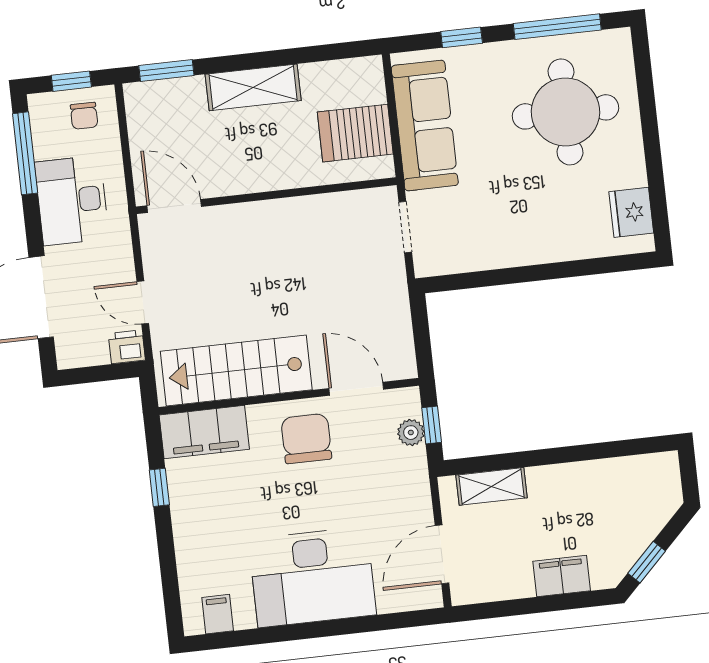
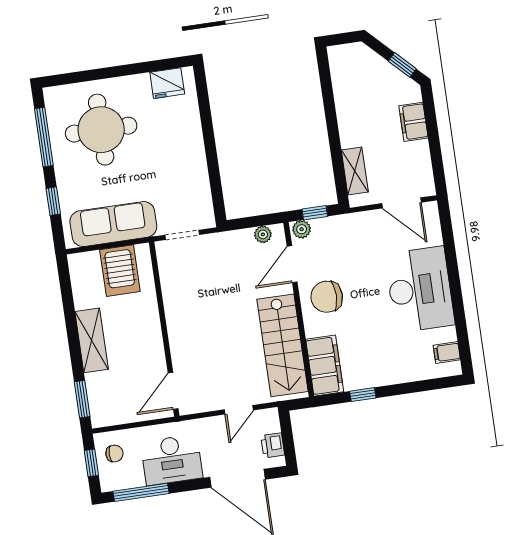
printer: (127, 347) -> (273, 445), moved
plant: (402, 347) -> (263, 234), added
plant: (411, 433) -> (302, 229), moved

